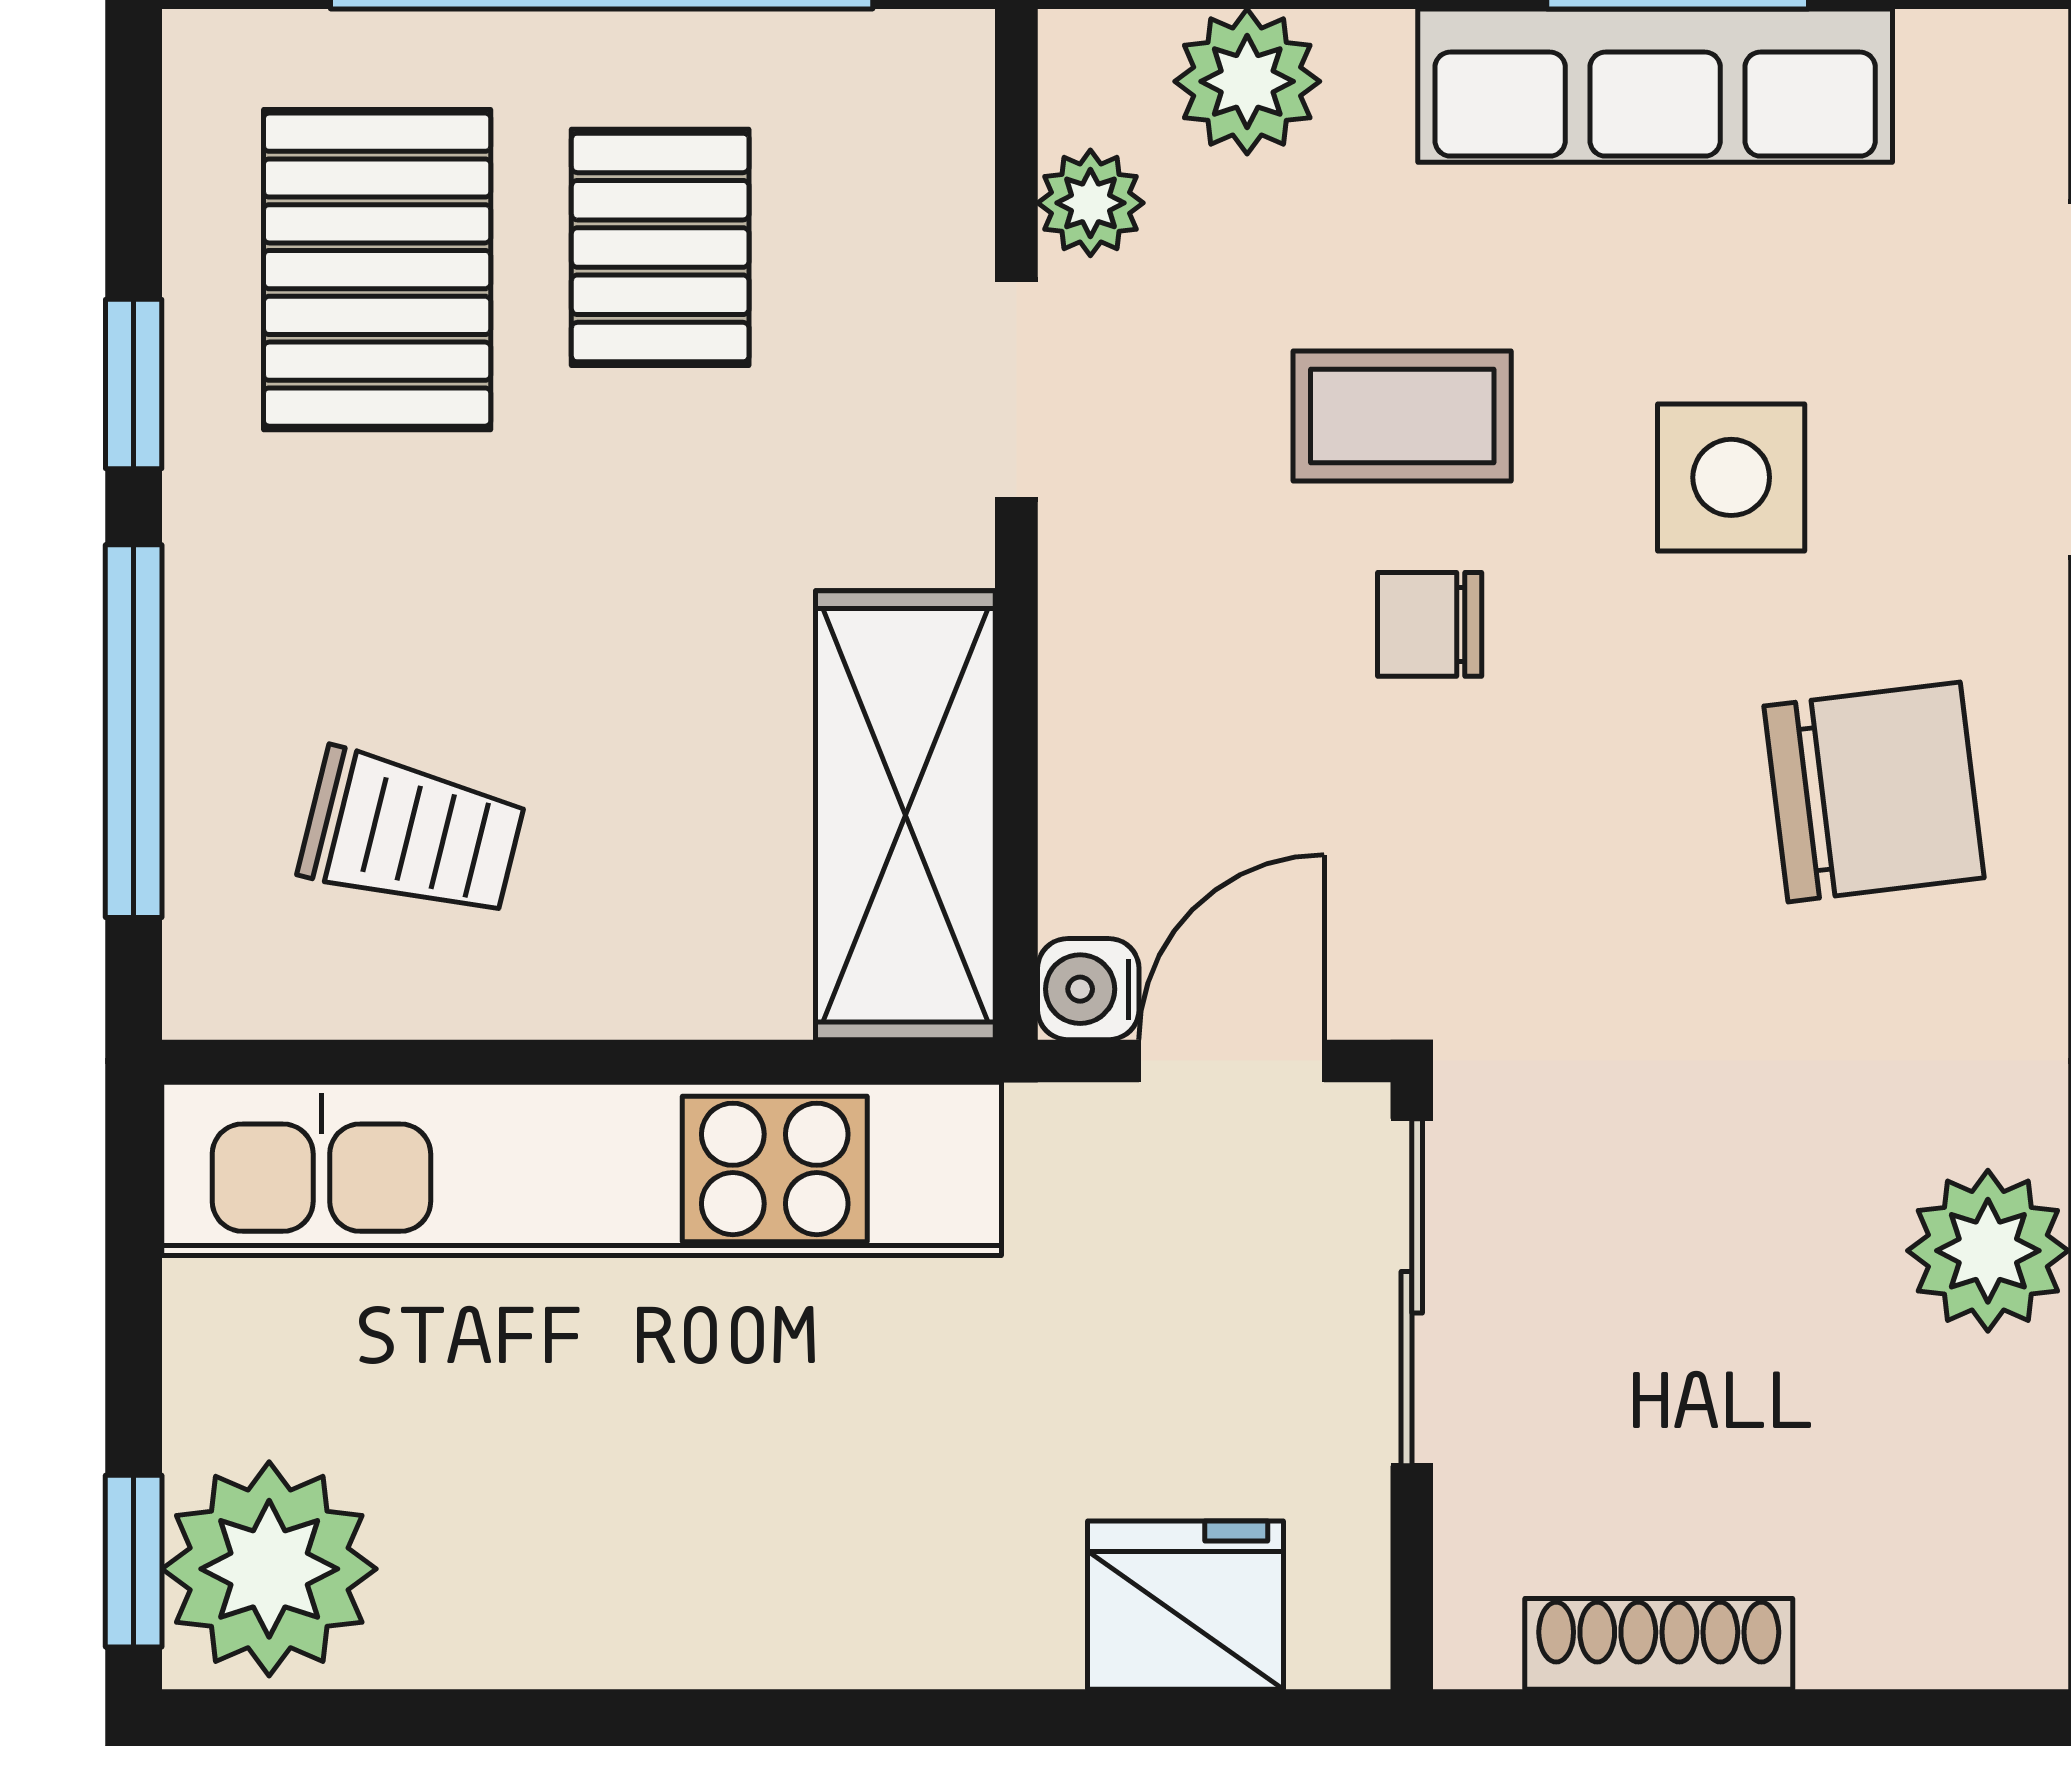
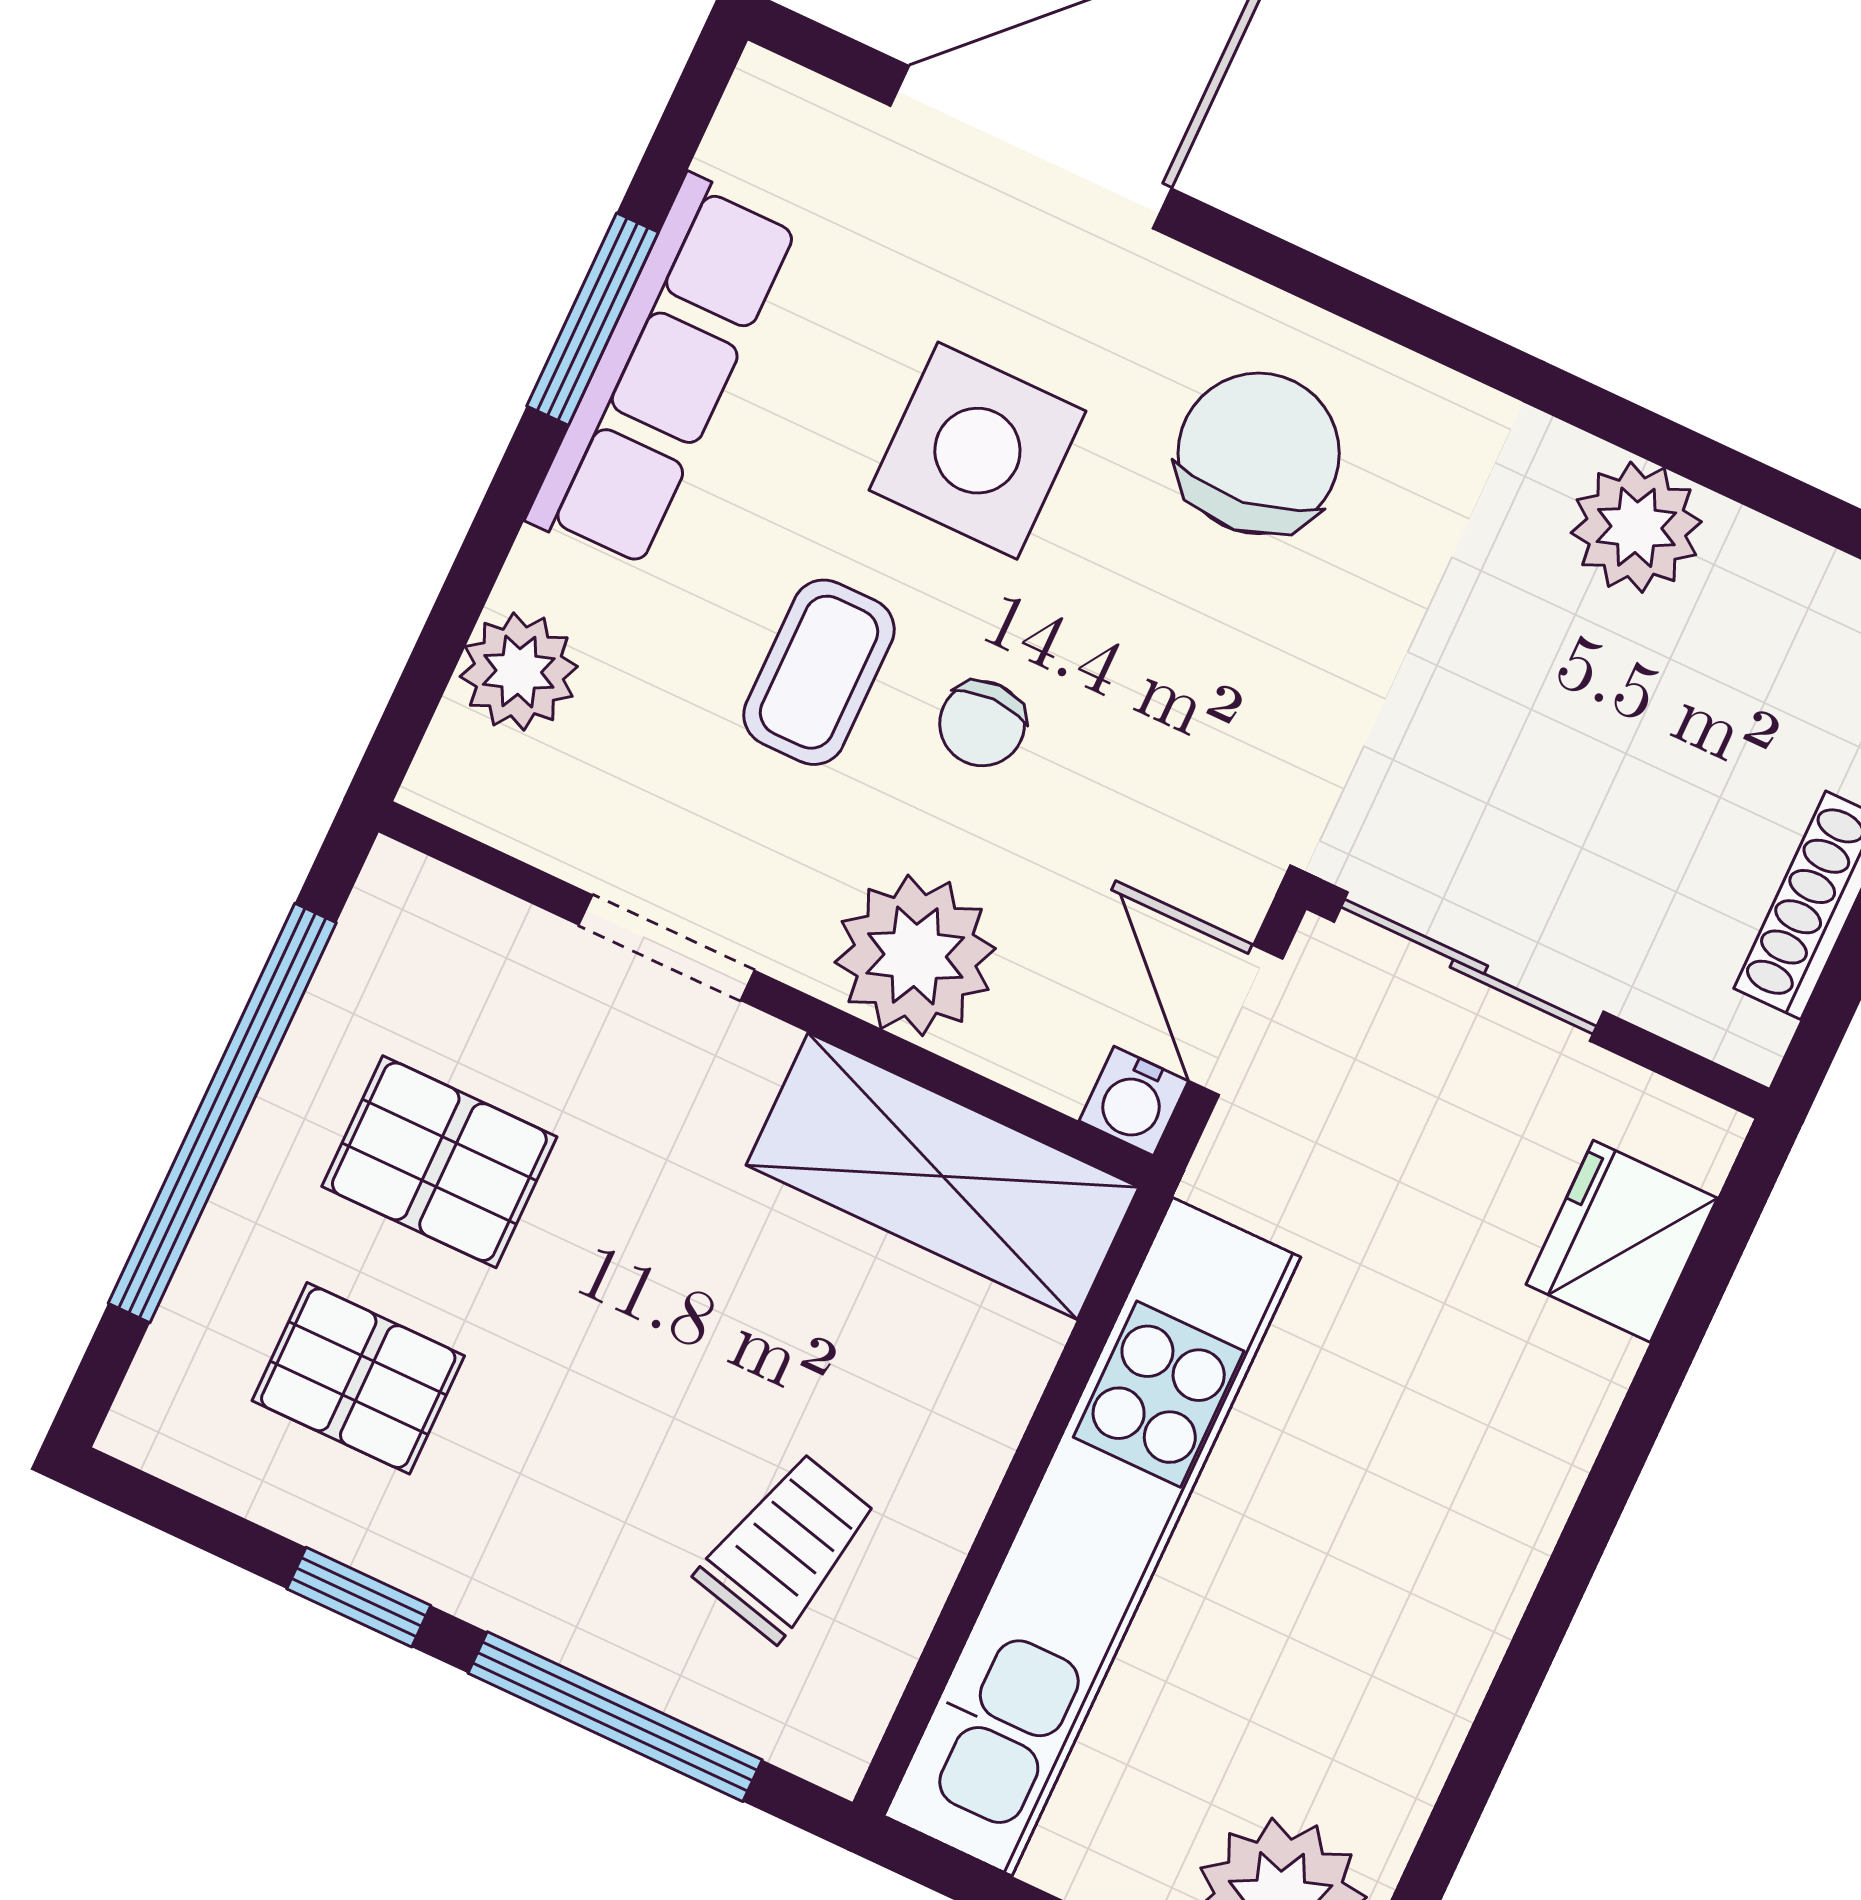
plant: (1090, 203) -> (915, 955), moved, width x1.88, depth x1.88
pallet: (377, 270) -> (358, 1378), width x0.67, depth x0.71
side table: (1731, 477) -> (977, 451), width x1.37, depth x1.37

